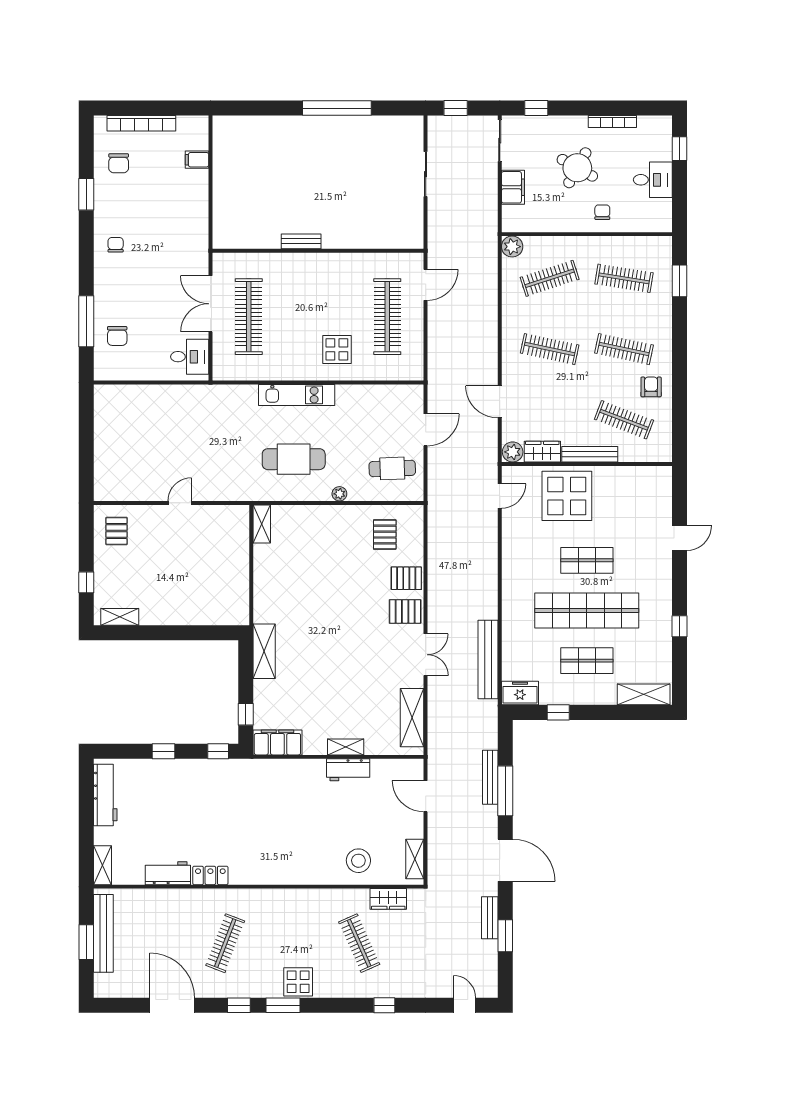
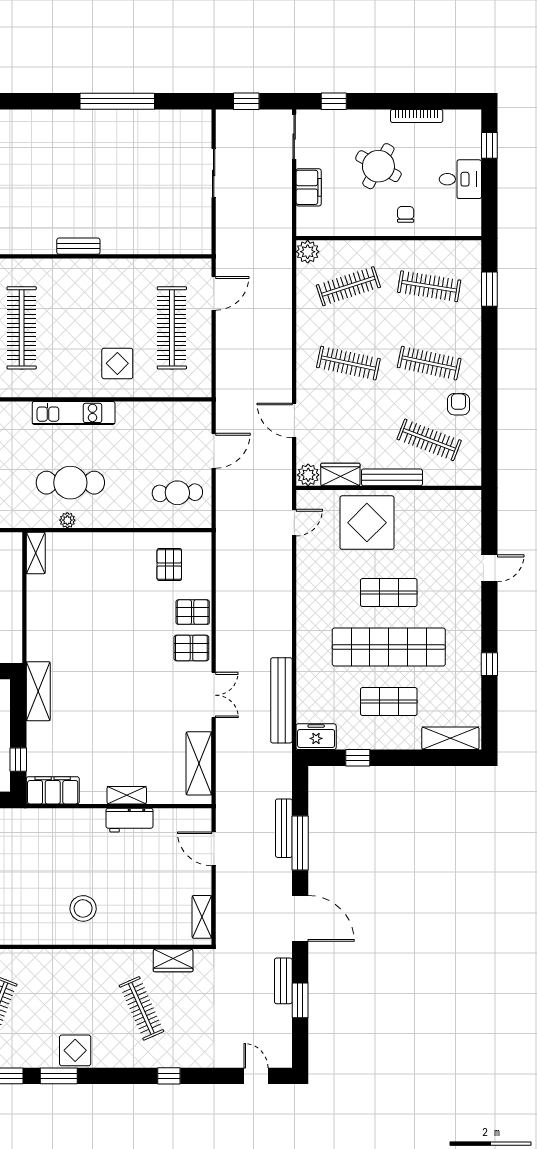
plant: (339, 494) -> (67, 520), moved
stool: (358, 861) -> (83, 908), moved

